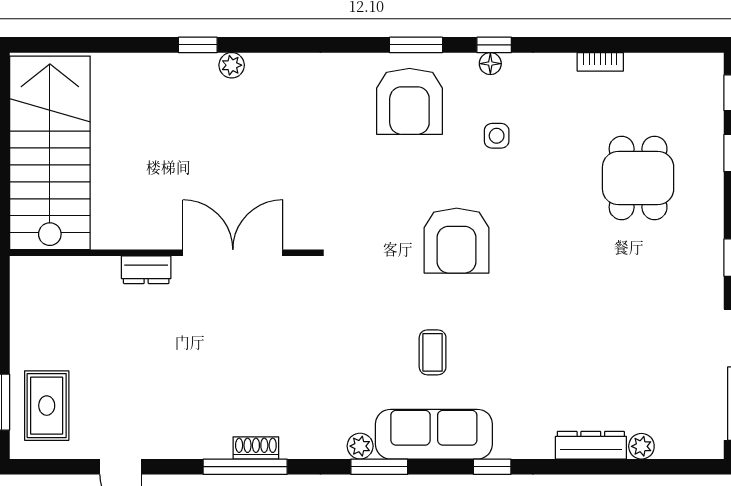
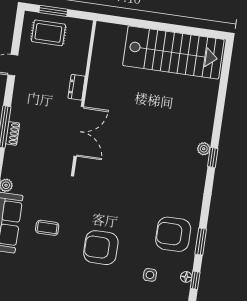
window: (198, 45) -> (213, 157), moved
wall: (163, 253) -> (84, 97), moved
double door: (233, 253) -> (79, 131), moved
dresser: (146, 270) -> (77, 87), moved

